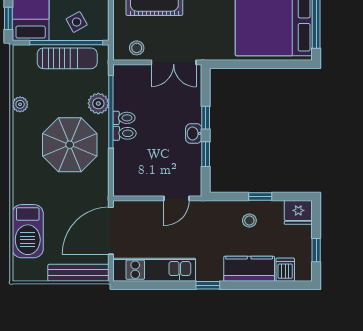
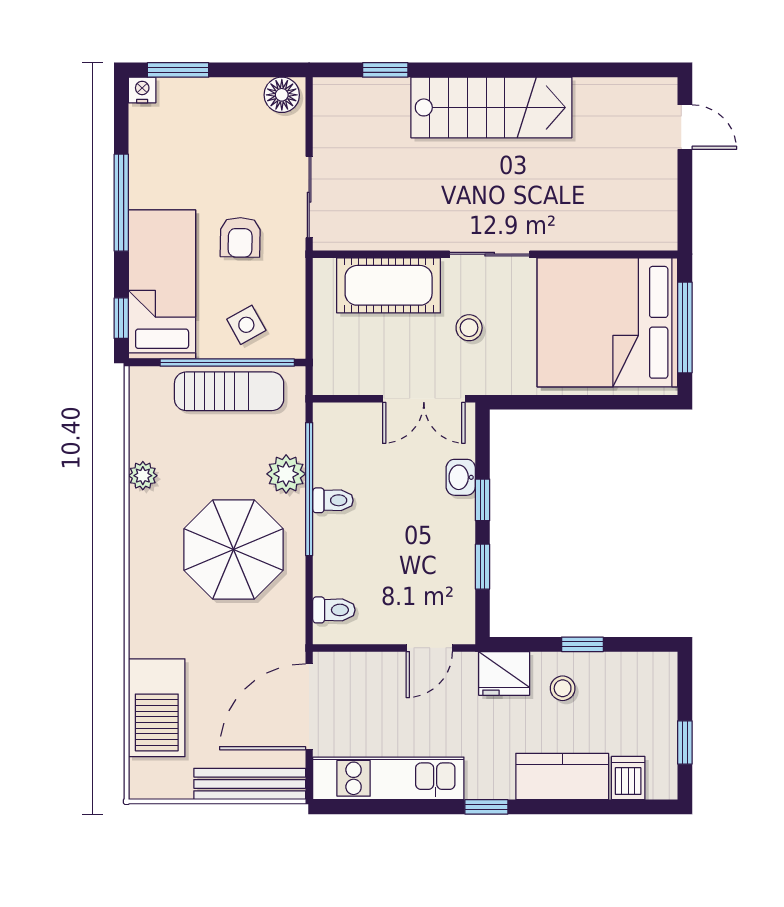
stool: (137, 48) -> (469, 328), moved
toilet: (124, 133) -> (334, 610), moved
washbasin: (194, 134) -> (461, 477), moved
fridge: (298, 212) -> (504, 673), moved

